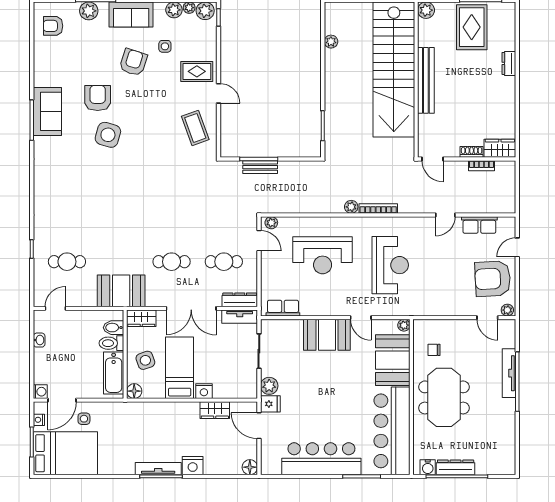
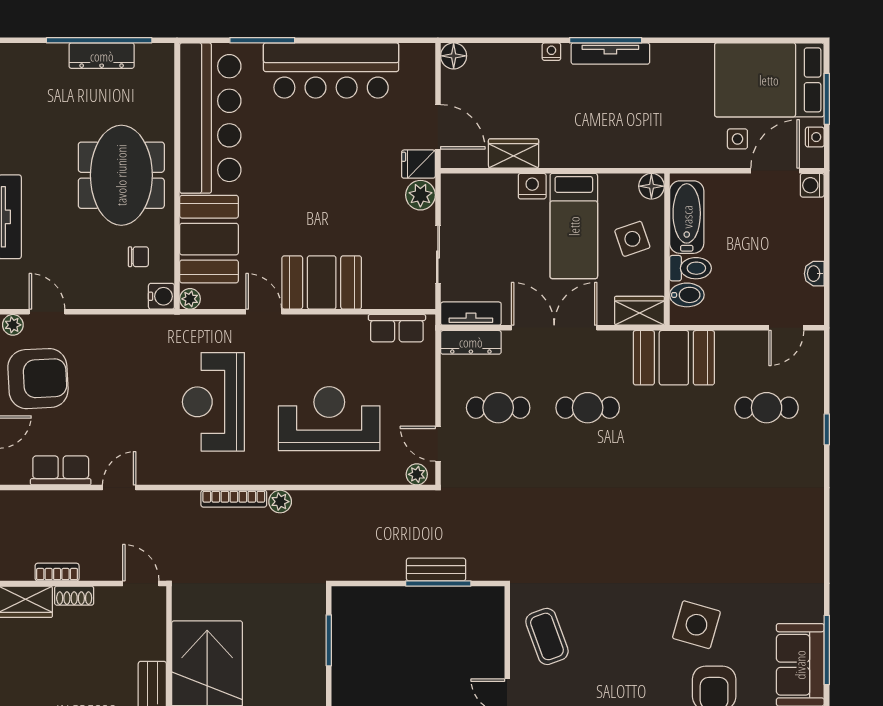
nightstand: (193, 466) -> (551, 52), width x0.53, depth x0.56
water cooler: (428, 467) -> (161, 296), moved, turned 90

